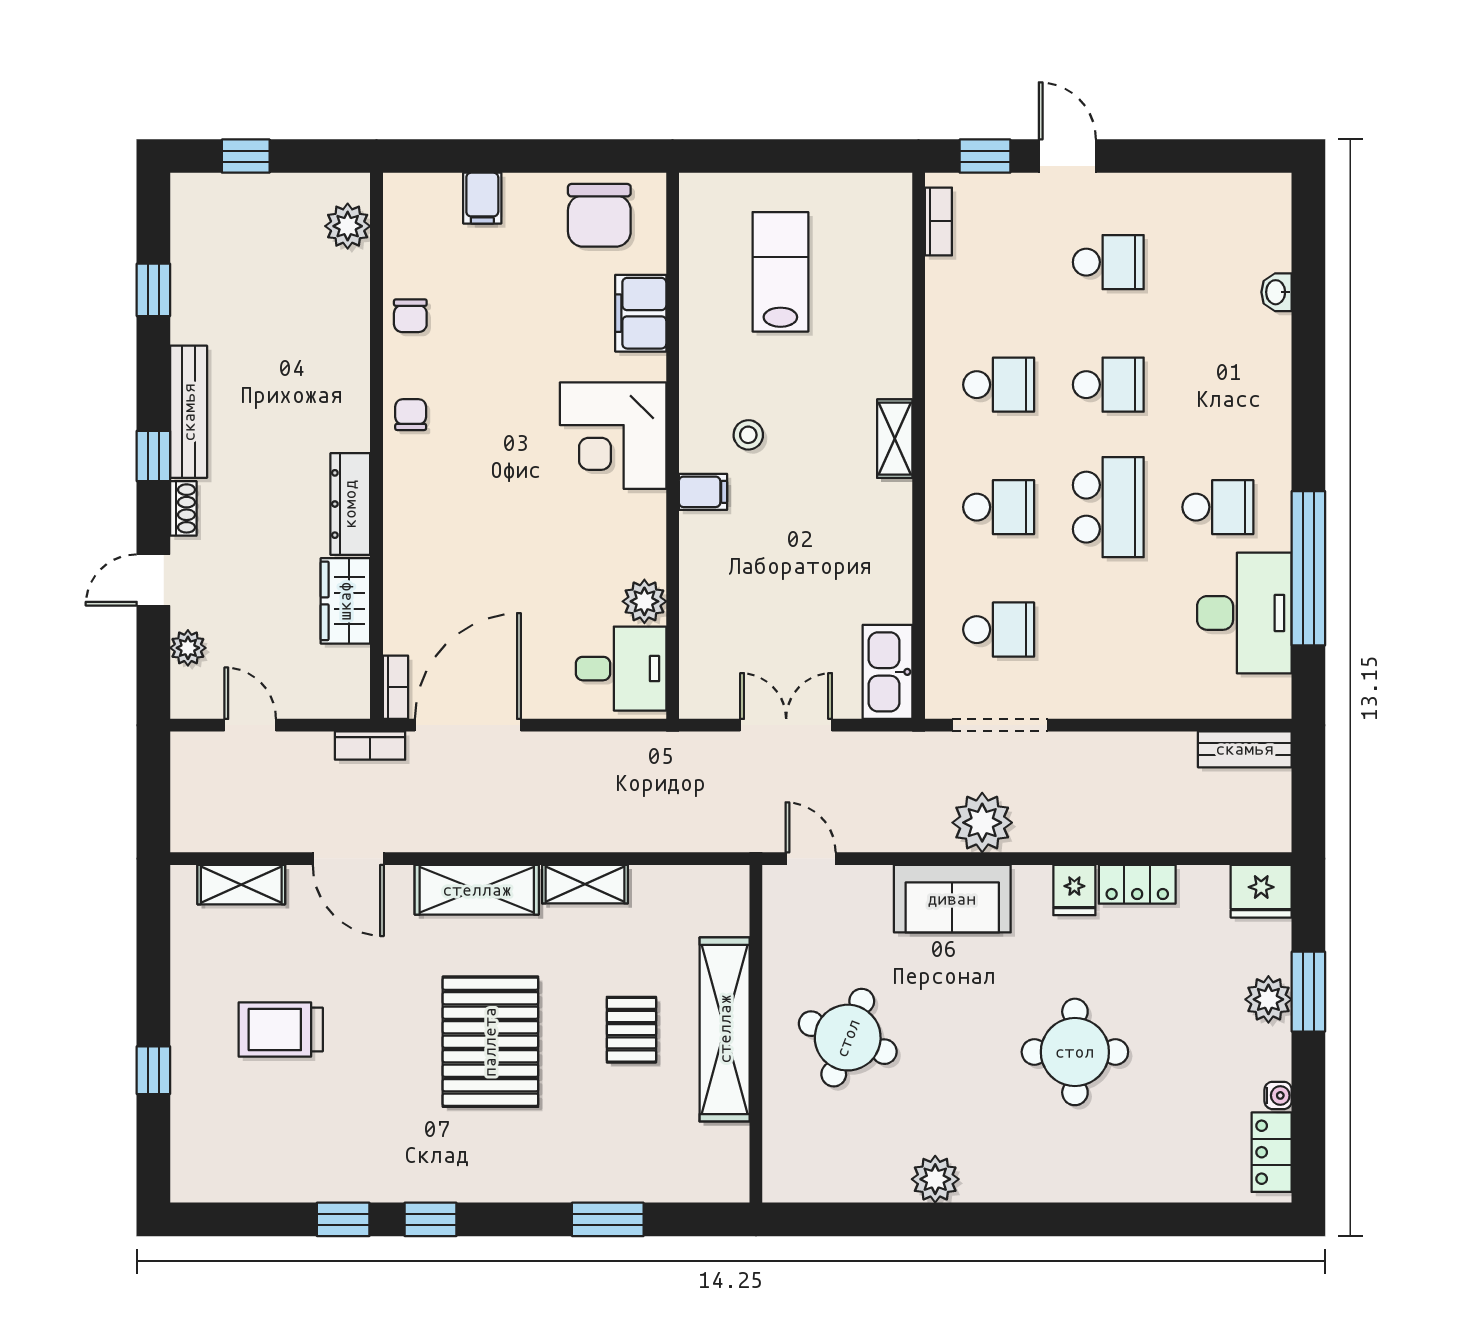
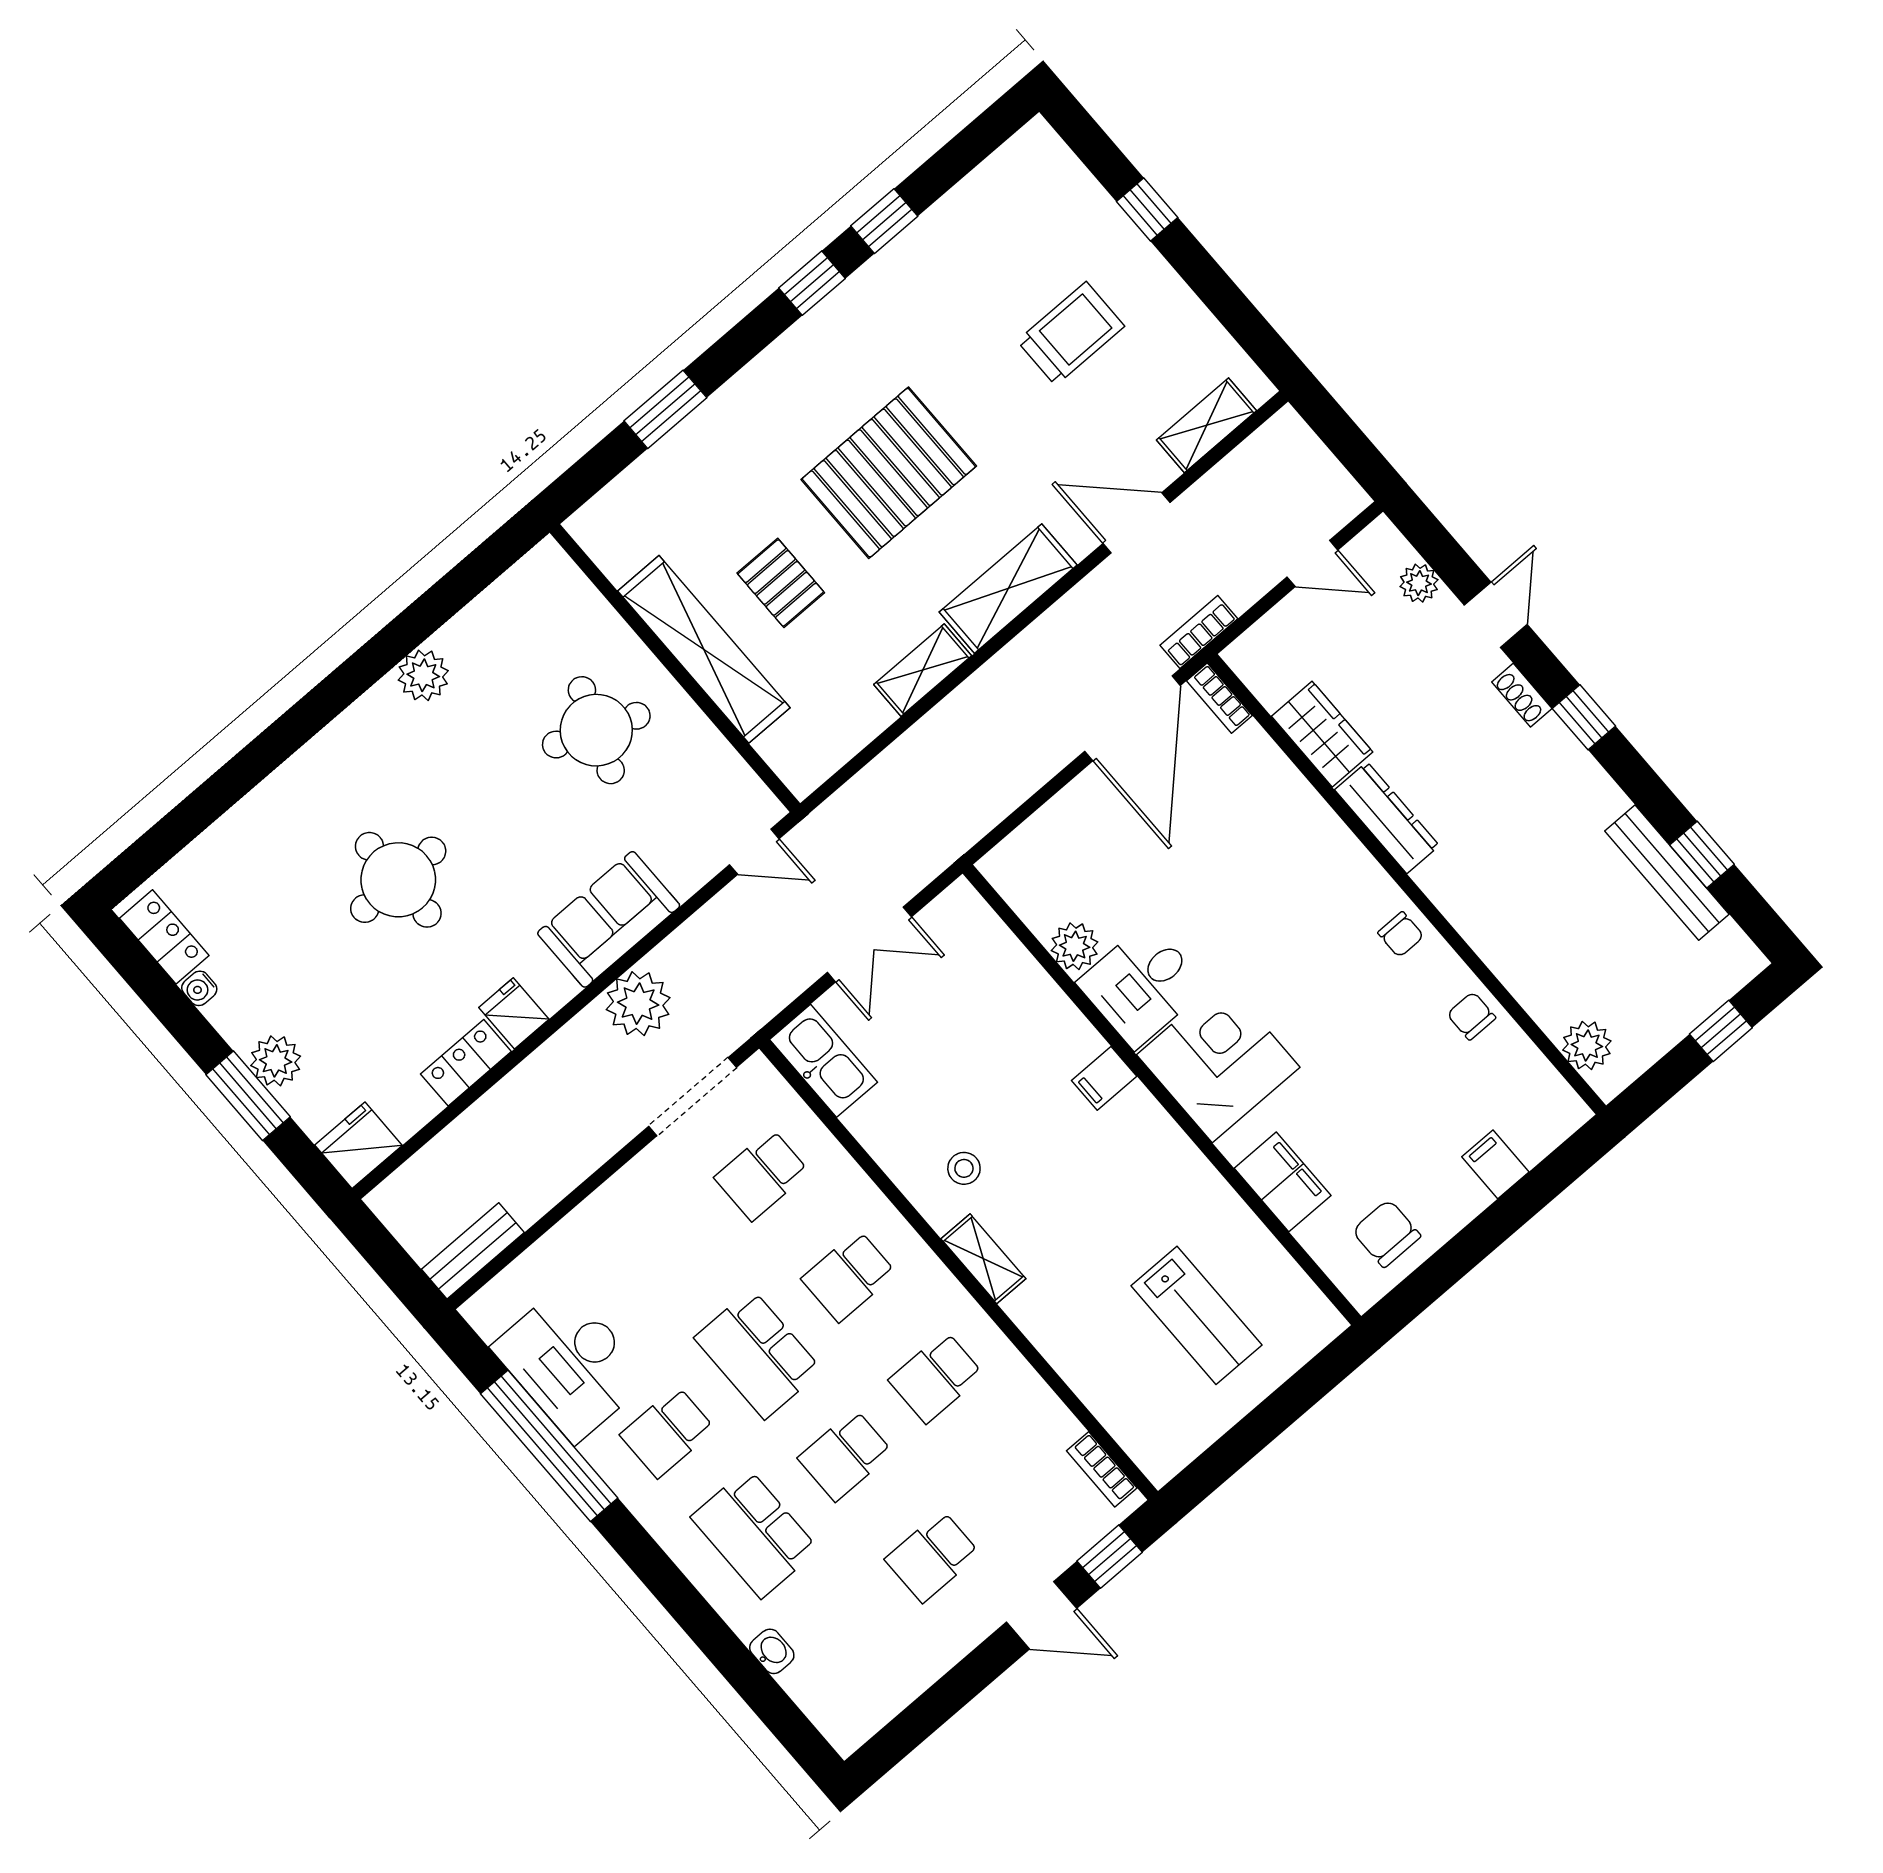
chair: (599, 215) -> (1386, 1233), width x0.73, depth x0.73
school desk: (1218, 385) -> (755, 1533), added
bench: (189, 412) -> (1667, 873), moved
stool: (748, 435) -> (964, 1168), moved
desk: (621, 669) -> (1142, 985), moved
pallet: (490, 1042) -> (889, 473), turned 90

